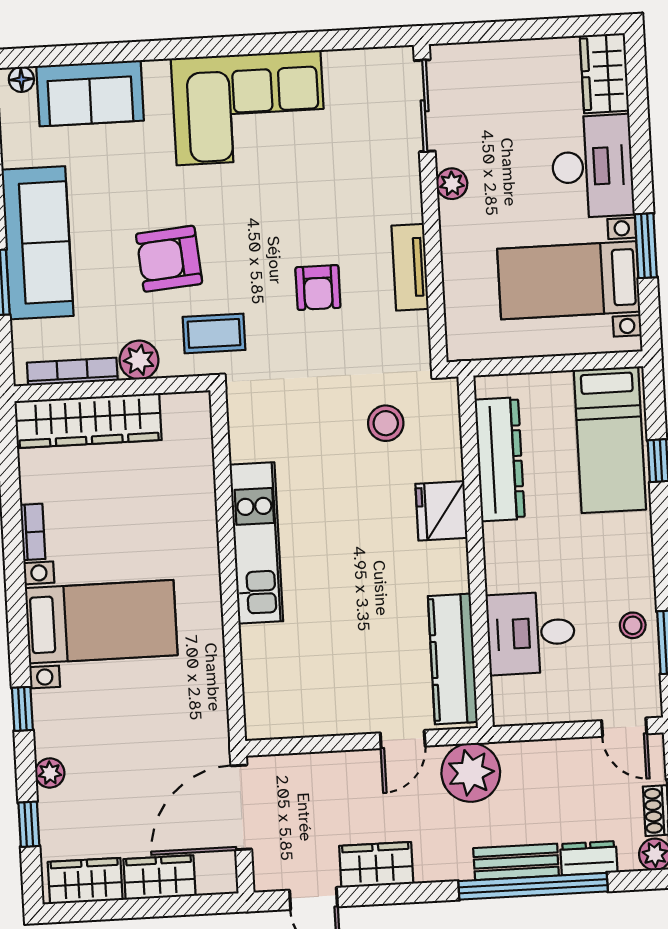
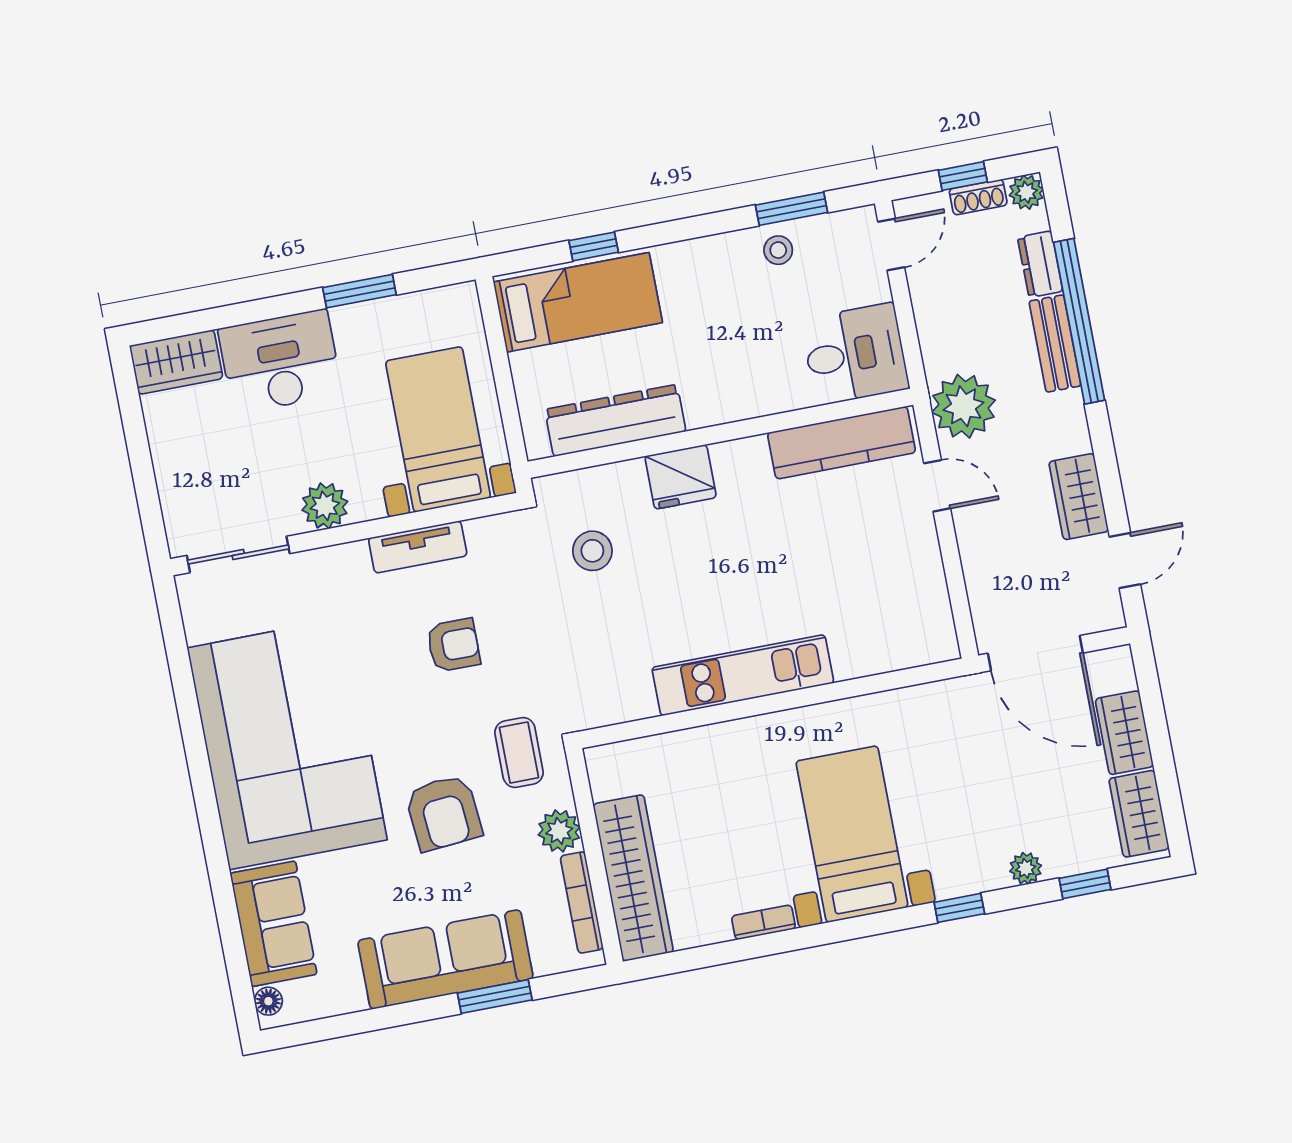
corner sofa: (248, 108) -> (287, 744), width x1.36, depth x1.36
plant: (452, 184) -> (325, 506), width x1.38, depth x1.38
bed with nightstands: (569, 280) -> (438, 429), moved, turned 180
desk: (531, 633) -> (855, 354), moved, turned -90

